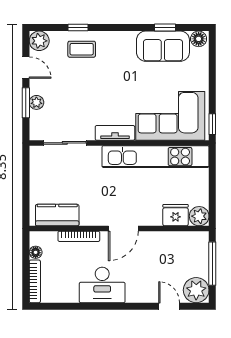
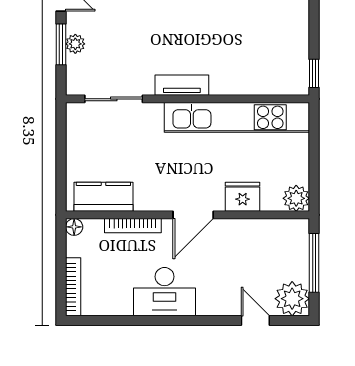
corner sofa: (170, 116) -> (257, 62), removed
fridge: (176, 215) -> (243, 197), moved
floor lamp: (36, 252) -> (74, 227), moved

